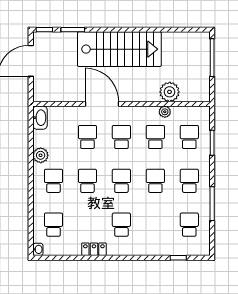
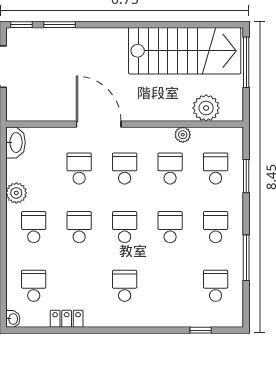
stairs: (119, 49) -> (185, 51), moved
plant: (170, 92) -> (206, 108), moved
locker: (94, 249) -> (67, 319), moved

